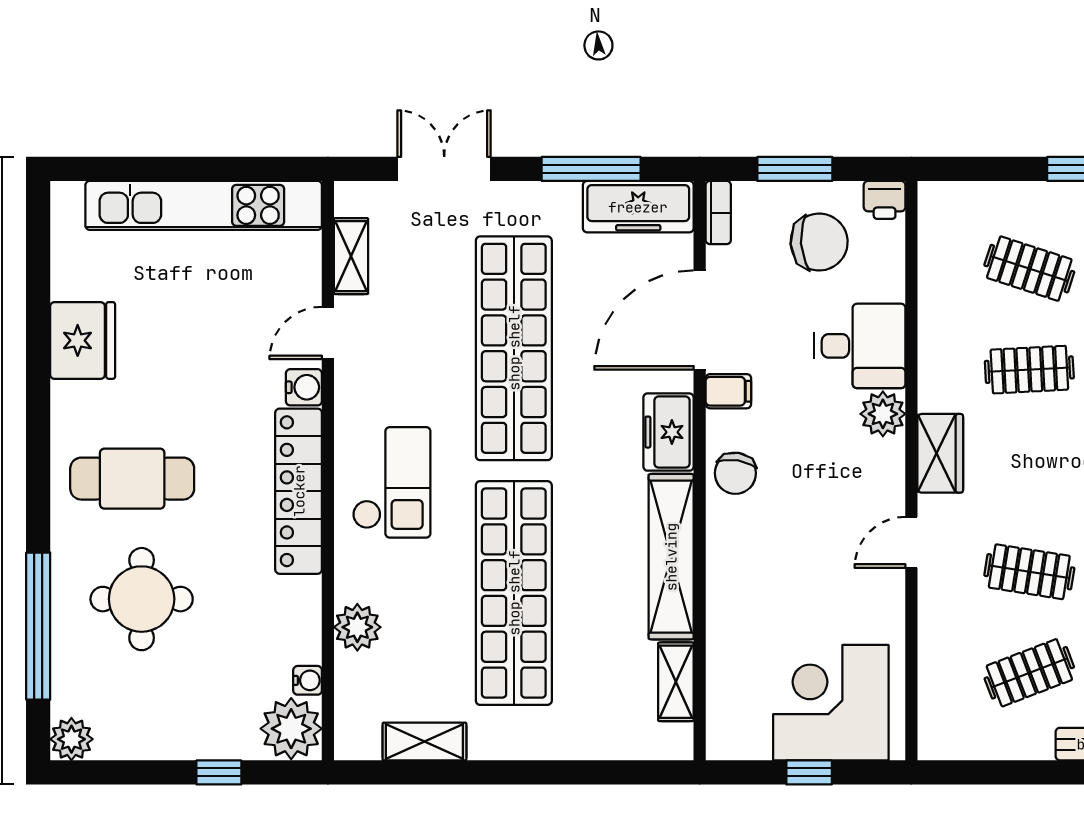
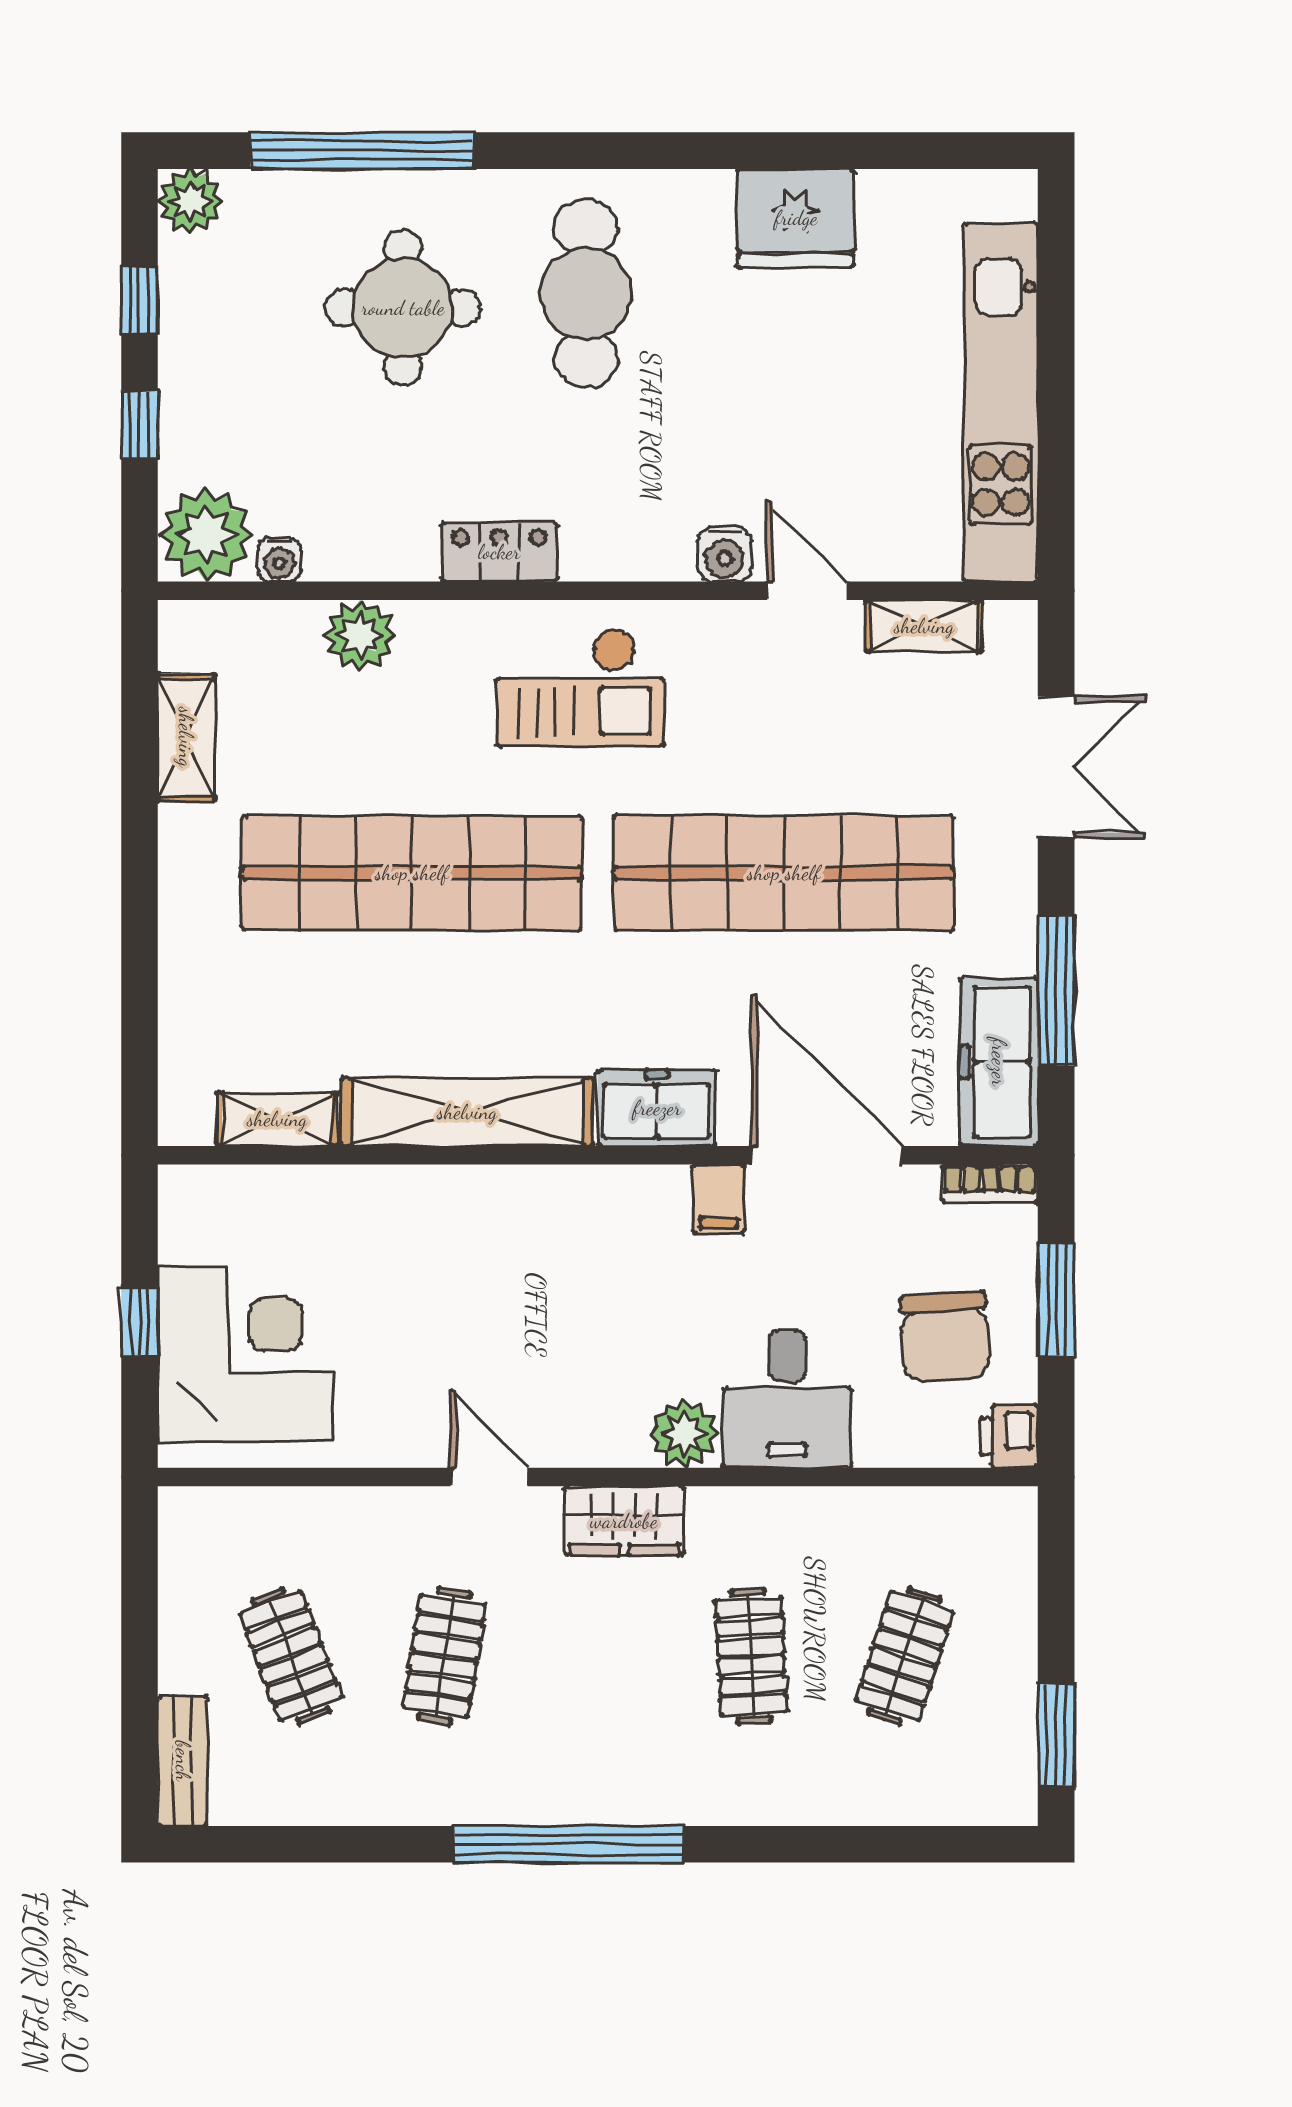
chair: (735, 473) -> (594, 1210), removed
locker: (299, 491) -> (499, 552), width x0.46, depth x0.83
window: (137, 772) -> (140, 300), added

